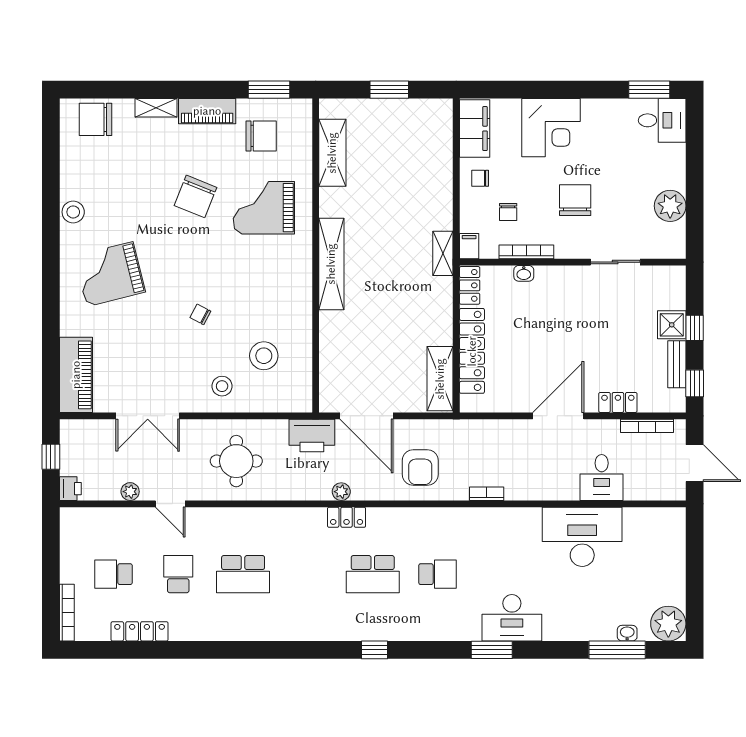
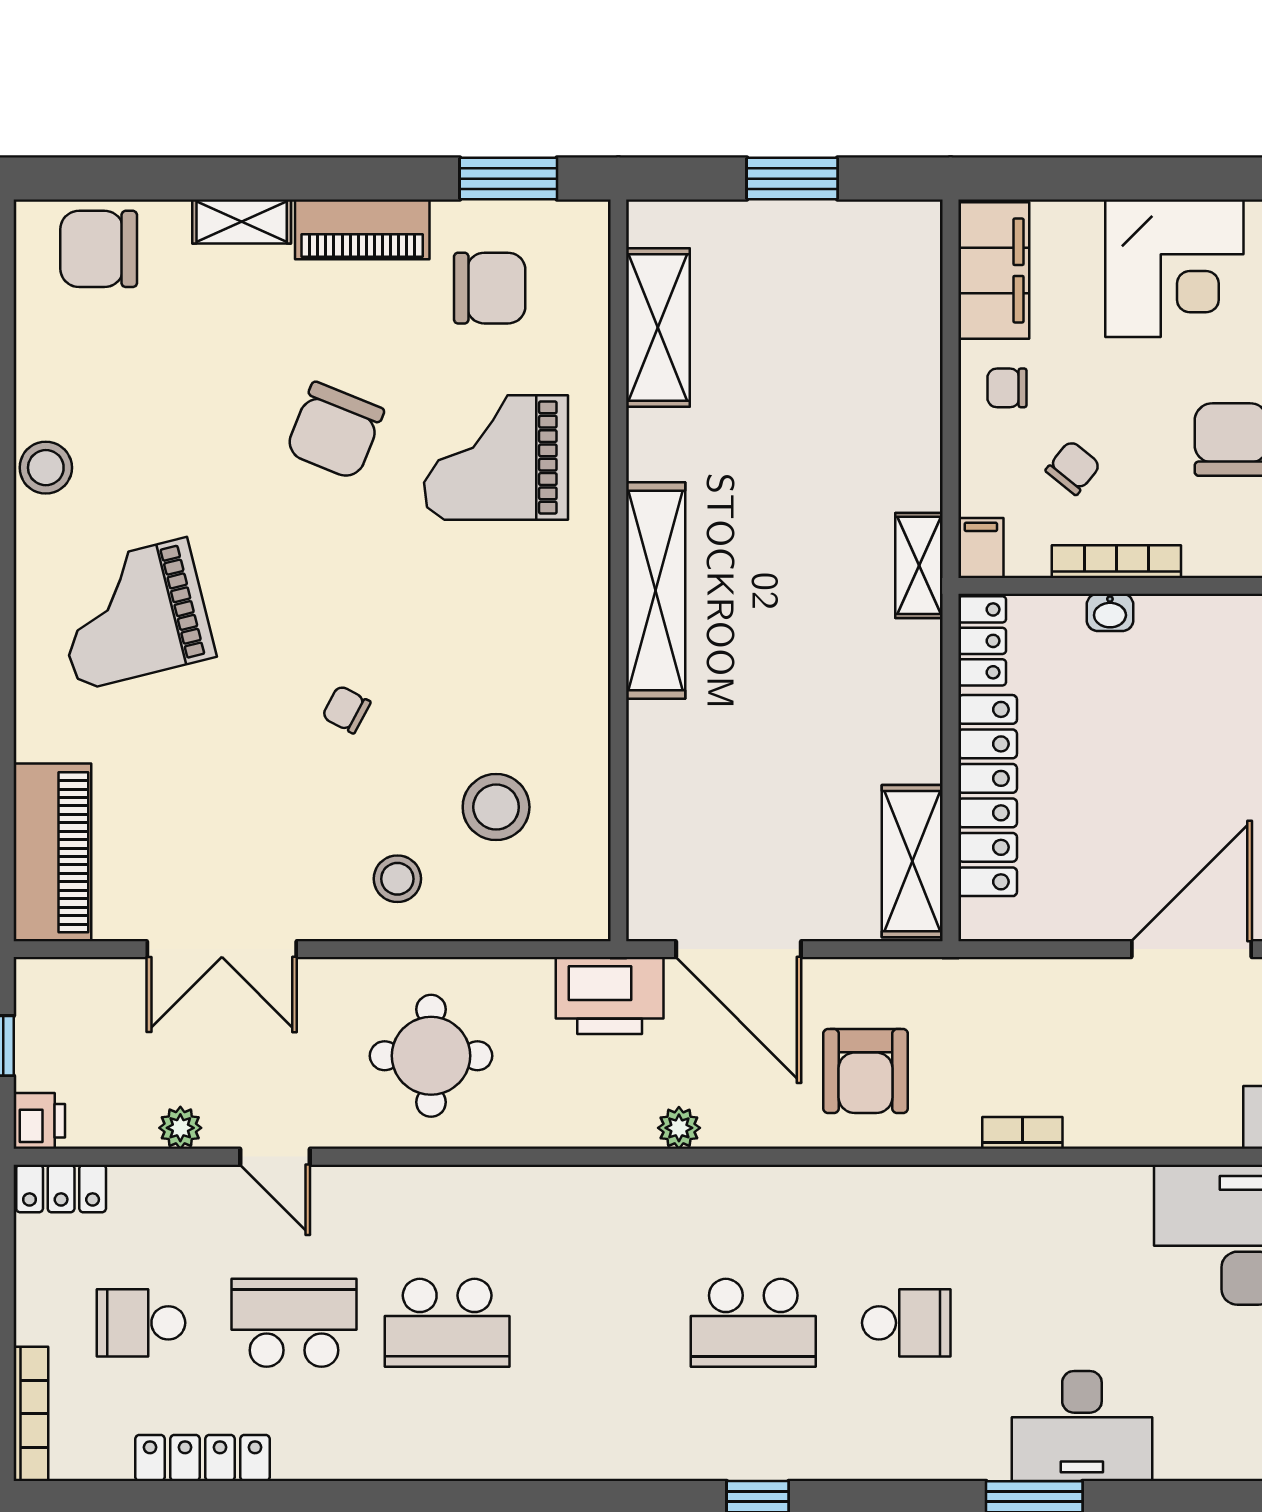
chair: (508, 212) -> (1073, 468), turned -141
locker: (347, 517) -> (61, 1188), moved
school desk: (178, 574) -> (294, 1323), width x1.85

